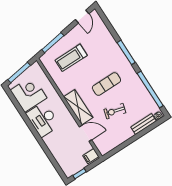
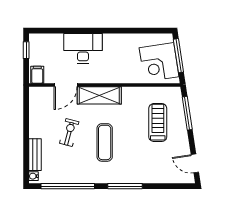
corner desk: (29, 94) -> (159, 62), moved, turned 81
desk: (43, 119) -> (83, 48), moved

